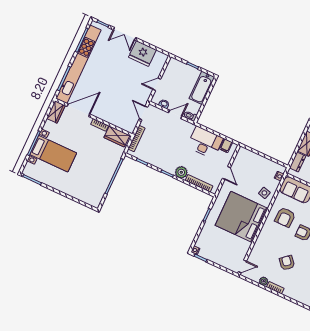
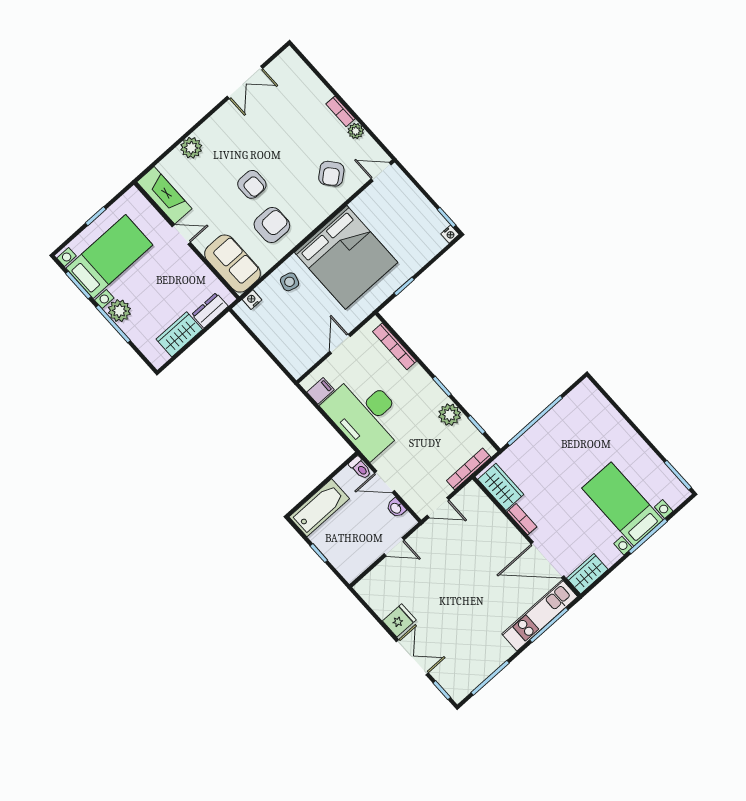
fridge: (142, 53) -> (399, 620), width x0.53, depth x0.75
kitchen unit: (78, 64) -> (540, 615), width x0.54
door: (143, 113) -> (438, 508), hinge flipped
desk: (205, 142) -> (366, 415), width x1.36, depth x1.30
plant: (181, 172) -> (450, 415), moved
armchair: (287, 263) -> (331, 174), moved

